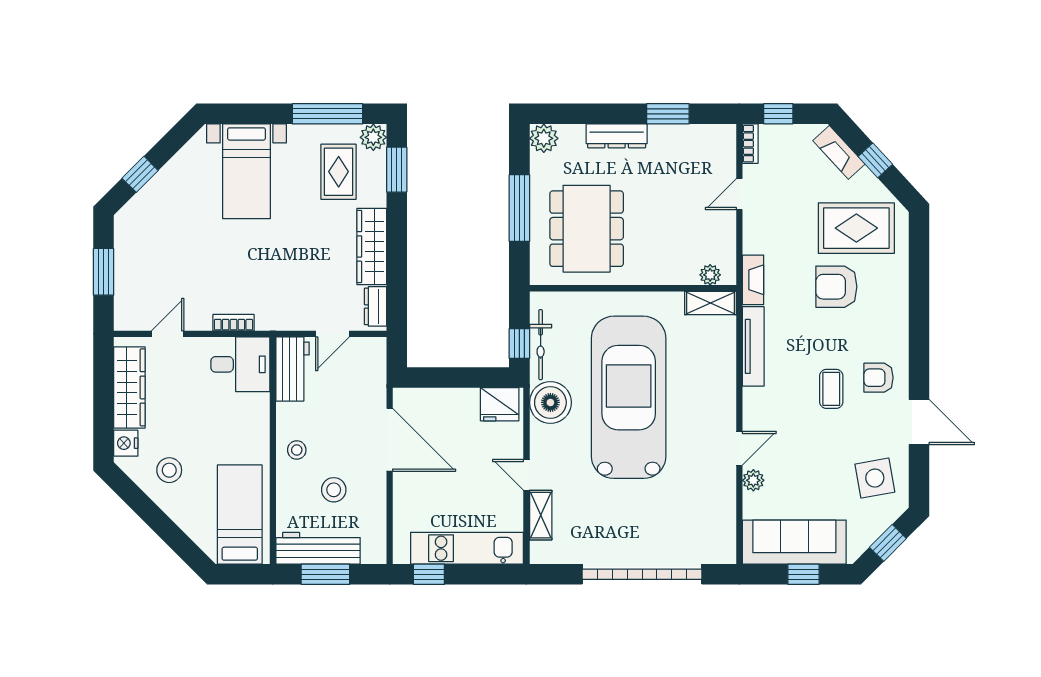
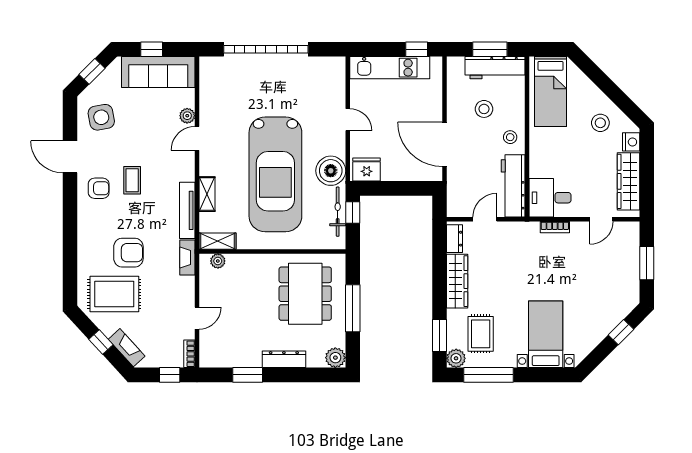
workbench: (293, 369) -> (513, 186), width x1.38
shelving: (541, 515) -> (207, 194), moved

